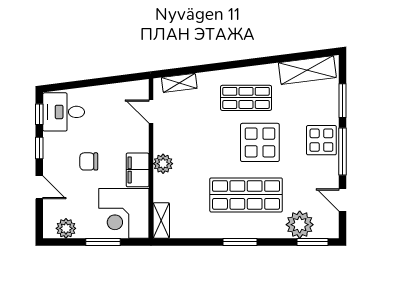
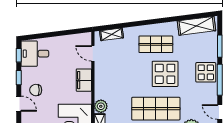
chair: (89, 161) -> (36, 90), moved
plant: (163, 164) -> (101, 106), moved
filing cabinet: (138, 170) -> (84, 80), moved

